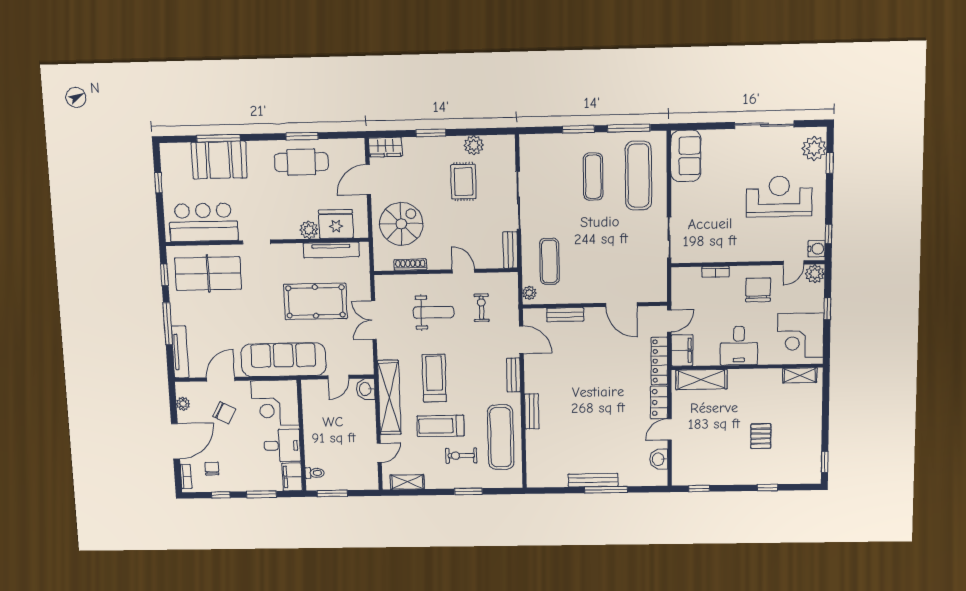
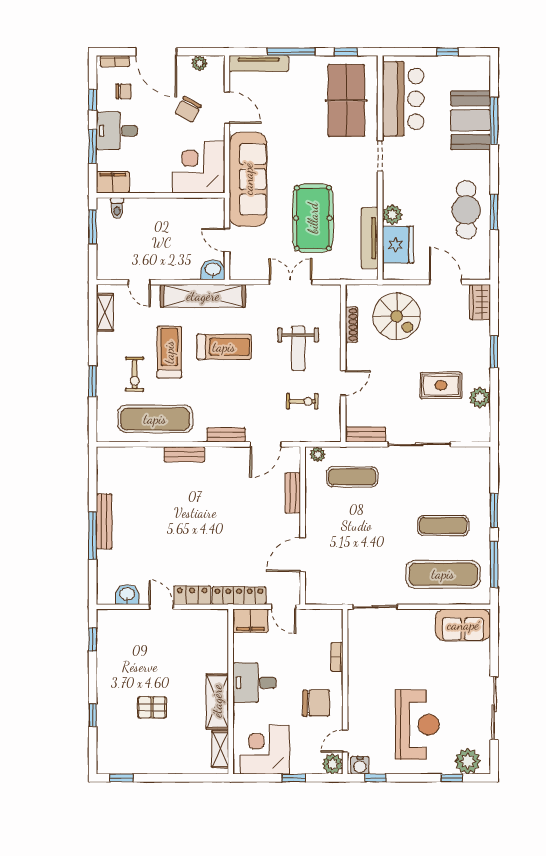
door: (794, 263) -> (345, 741), hinge flipped
shelving: (701, 379) -> (217, 701), moved
desk: (282, 446) -> (117, 131), moved, turned 90
exercise bike: (461, 456) -> (135, 374), turned 180

